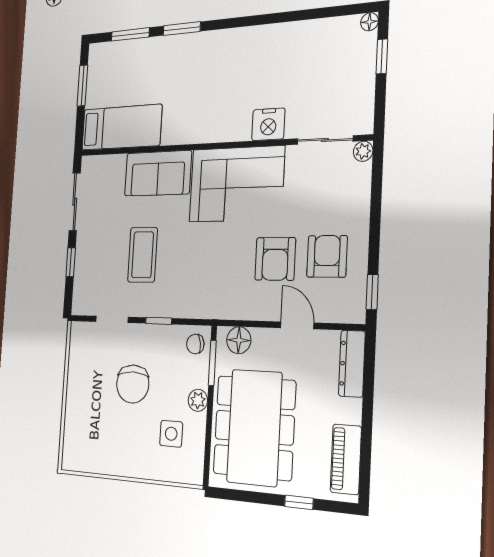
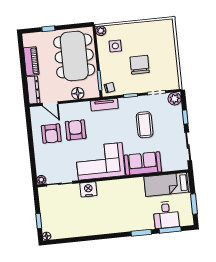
desk: (133, 65) -> (166, 215), added
window: (372, 292) -> (29, 121), removed
plant: (83, 302) -> (175, 99), added
tv unit: (210, 308) -> (104, 105), added
door: (297, 325) -> (50, 104), moved
floor lamp: (239, 340) -> (78, 93), moved
plant: (198, 400) -> (101, 31), moved
piano: (346, 459) -> (31, 61), moved

